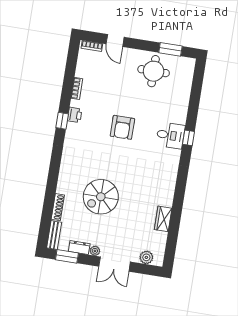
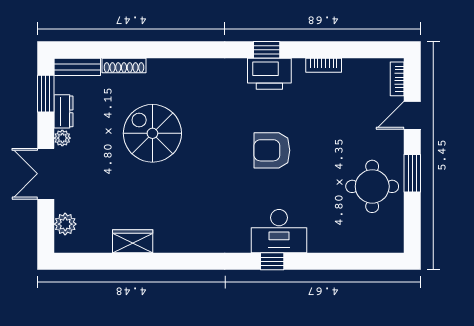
window: (170, 49) -> (412, 173), moved
printer: (75, 115) -> (269, 74), width x1.87, depth x1.48
desk: (170, 135) -> (279, 231), width x1.37

